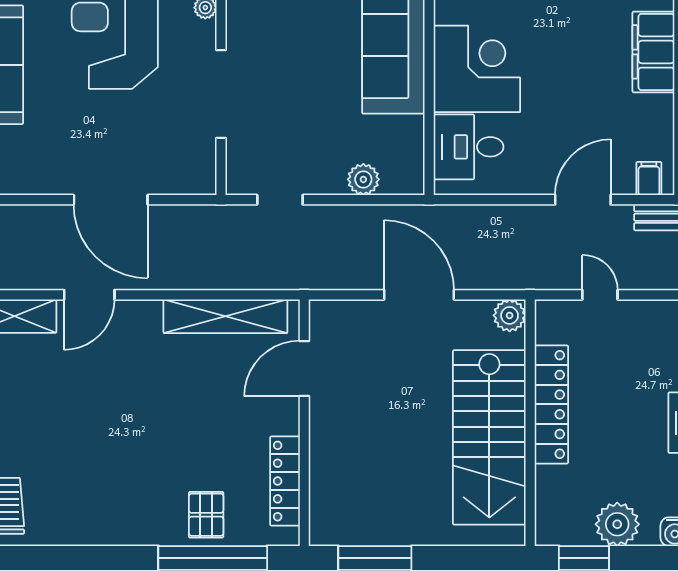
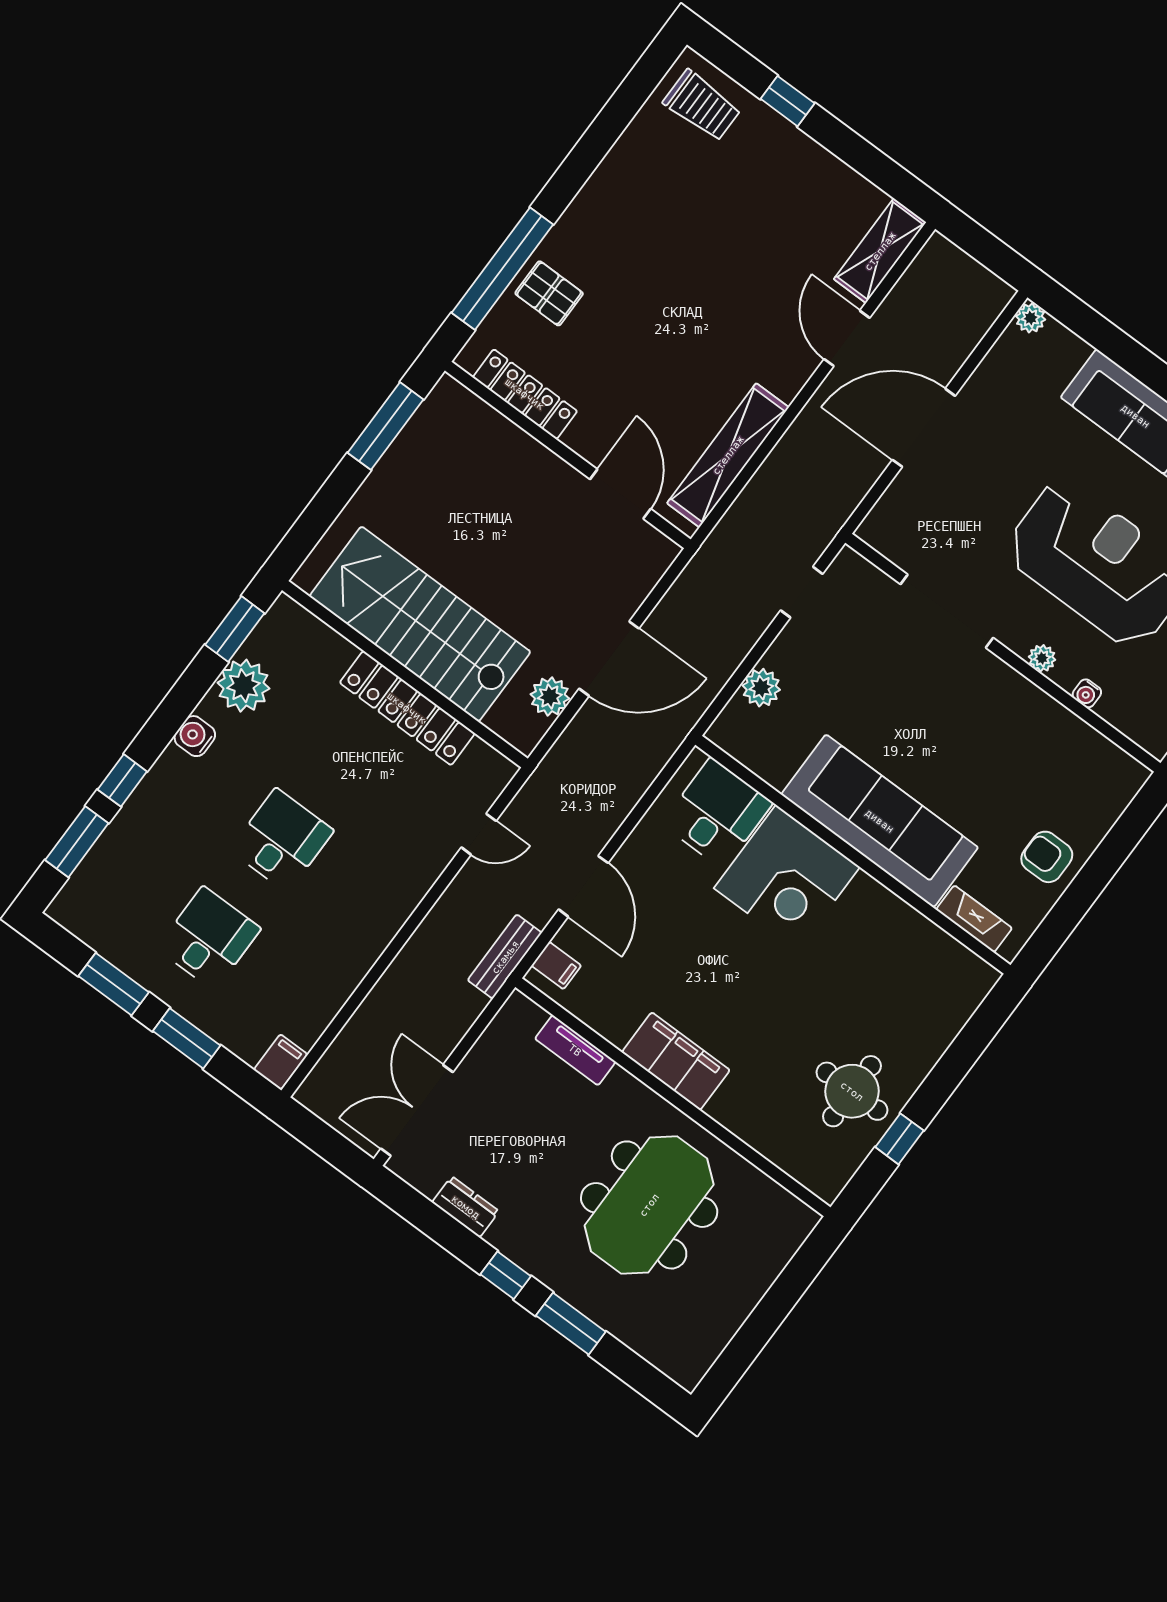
plant: (510, 315) -> (550, 696), moved

